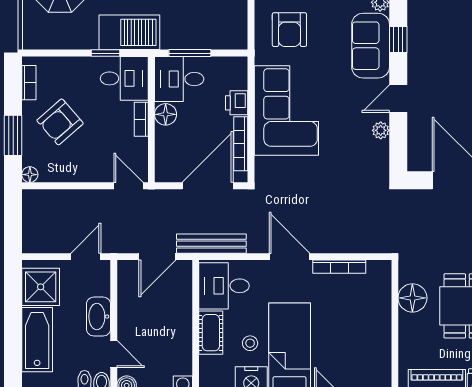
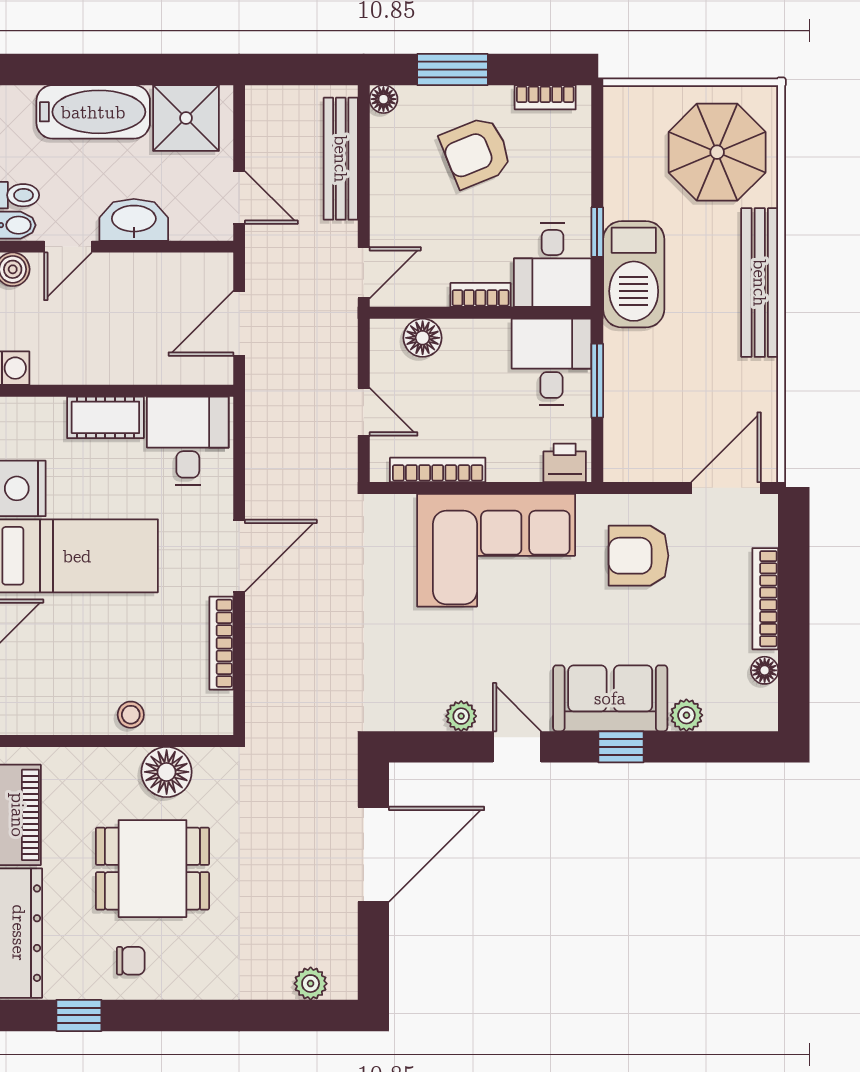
printer: (237, 103) -> (565, 463), moved
floor lamp: (166, 114) -> (423, 338), moved
armchair: (60, 122) -> (476, 152), turned -71
door: (208, 186) -> (364, 412), width x0.53
bench: (211, 244) -> (341, 159), moved
door: (157, 257) -> (239, 323), hinge flipped
stool: (250, 343) -> (131, 715), moved

